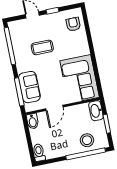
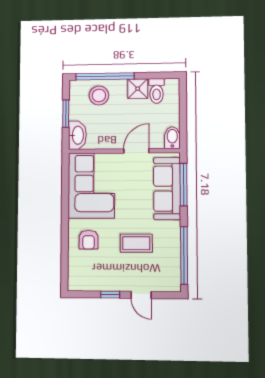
armchair: (73, 24) -> (89, 240), moved
sofa: (29, 87) -> (167, 189), width x1.36
shower: (62, 150) -> (138, 89), added
toilet: (39, 153) -> (157, 91), moved

